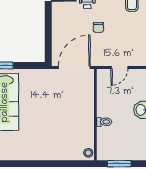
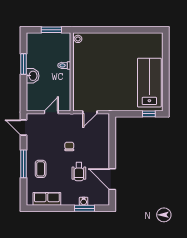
door: (74, 67) -> (90, 112), width x0.53

